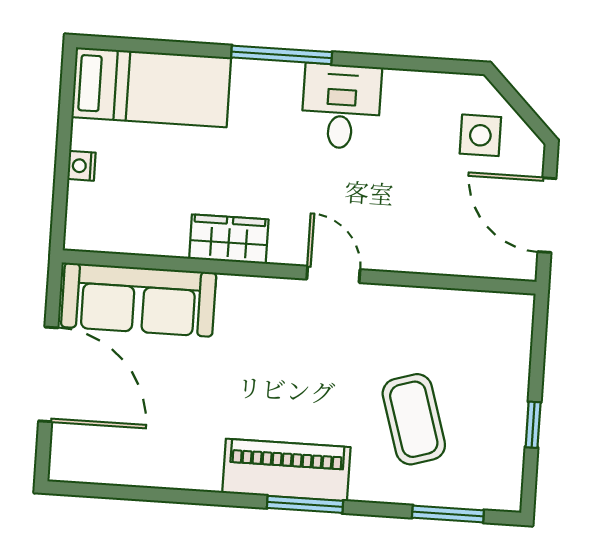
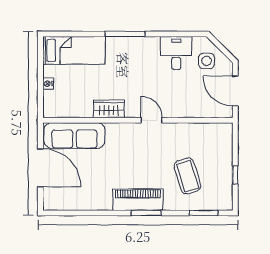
desk: (341, 106) -> (176, 53), moved

